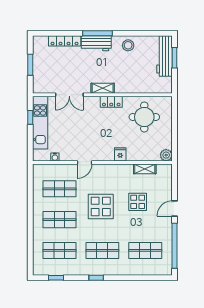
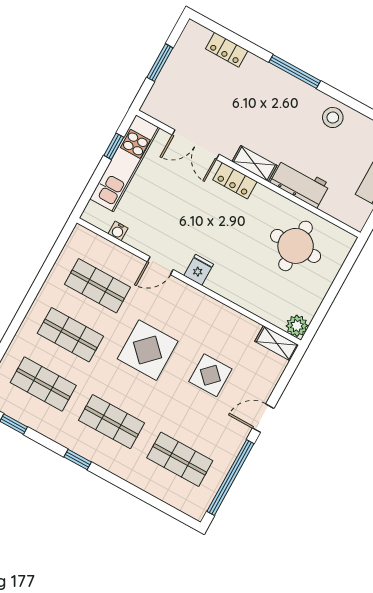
locker: (65, 41) -> (227, 50), width x0.66
workbench: (96, 43) -> (300, 183), moved, turned 180
locker: (111, 102) -> (235, 181), moved
fridge: (120, 154) -> (199, 270), moved
shelving: (145, 169) -> (277, 343), moved

